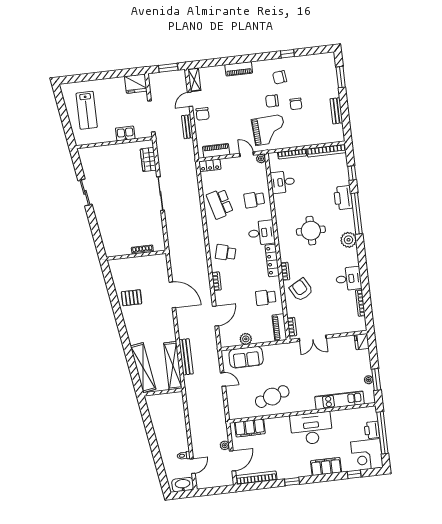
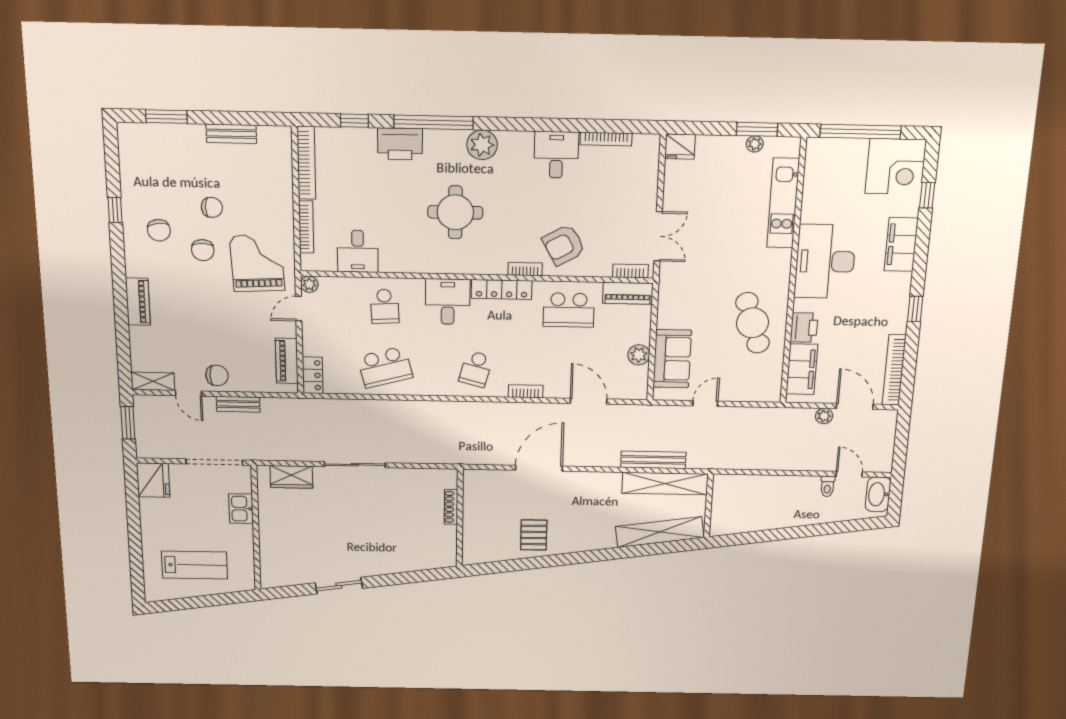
school desk: (266, 298) -> (569, 310), width x1.85
printer: (372, 430) -> (804, 328), moved, turned -90

